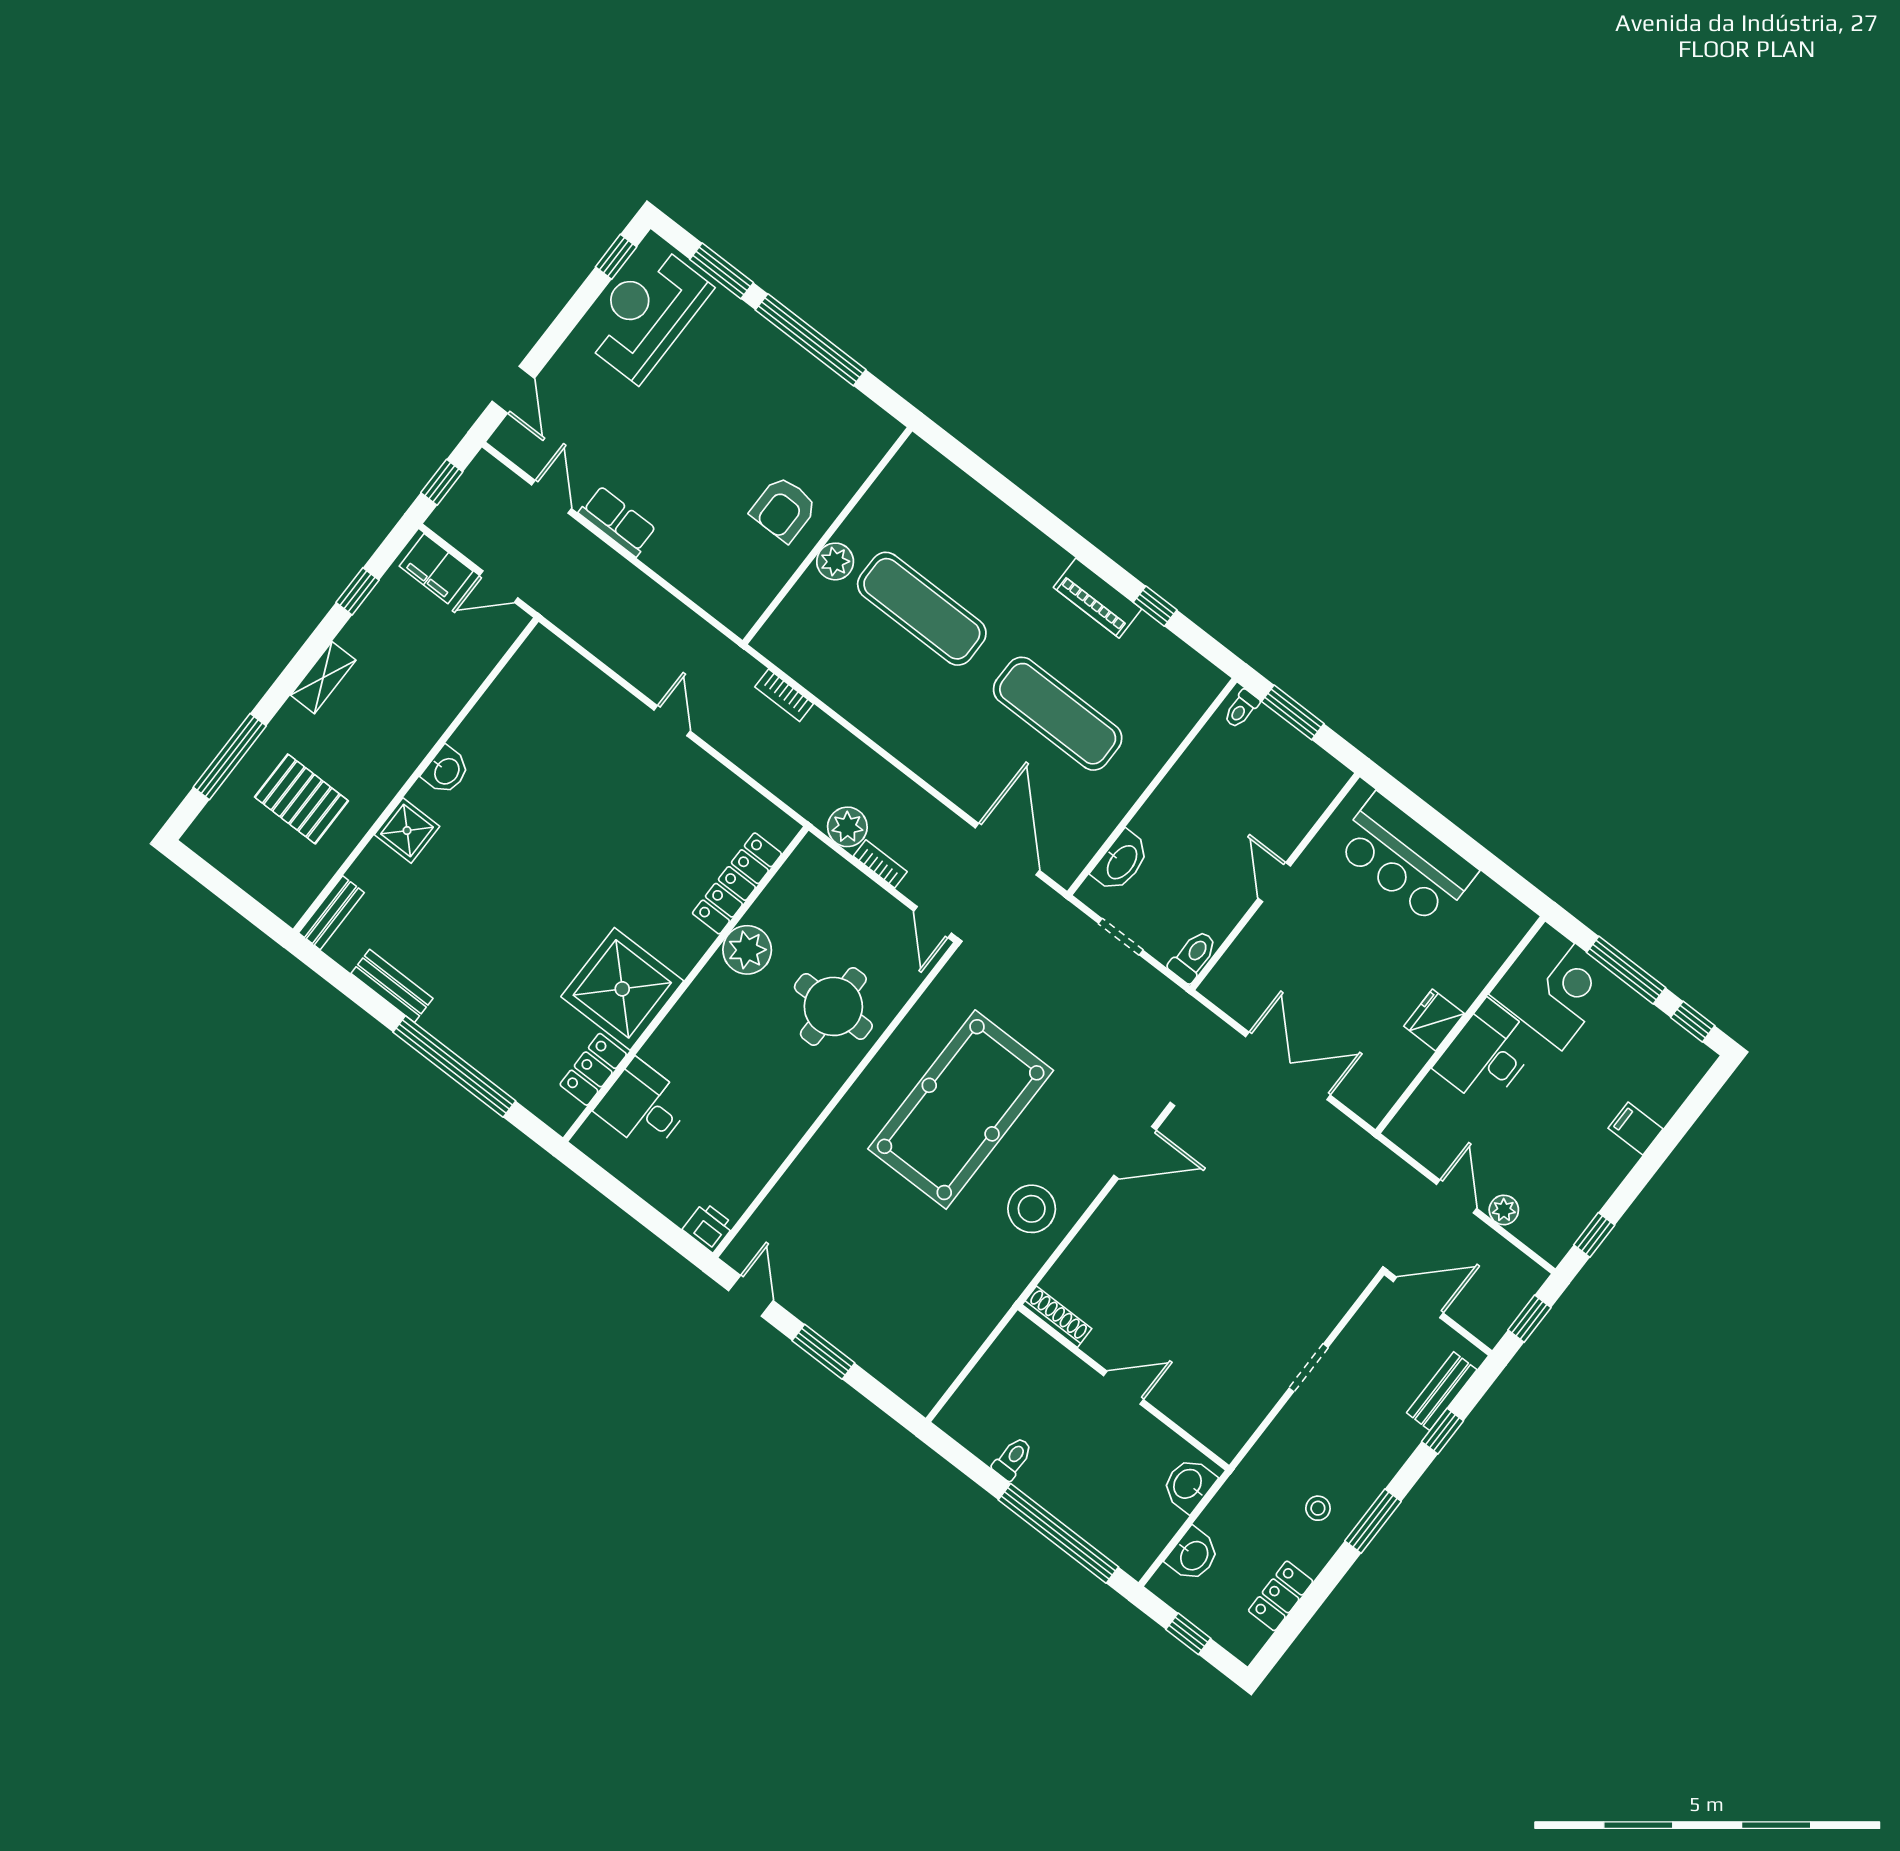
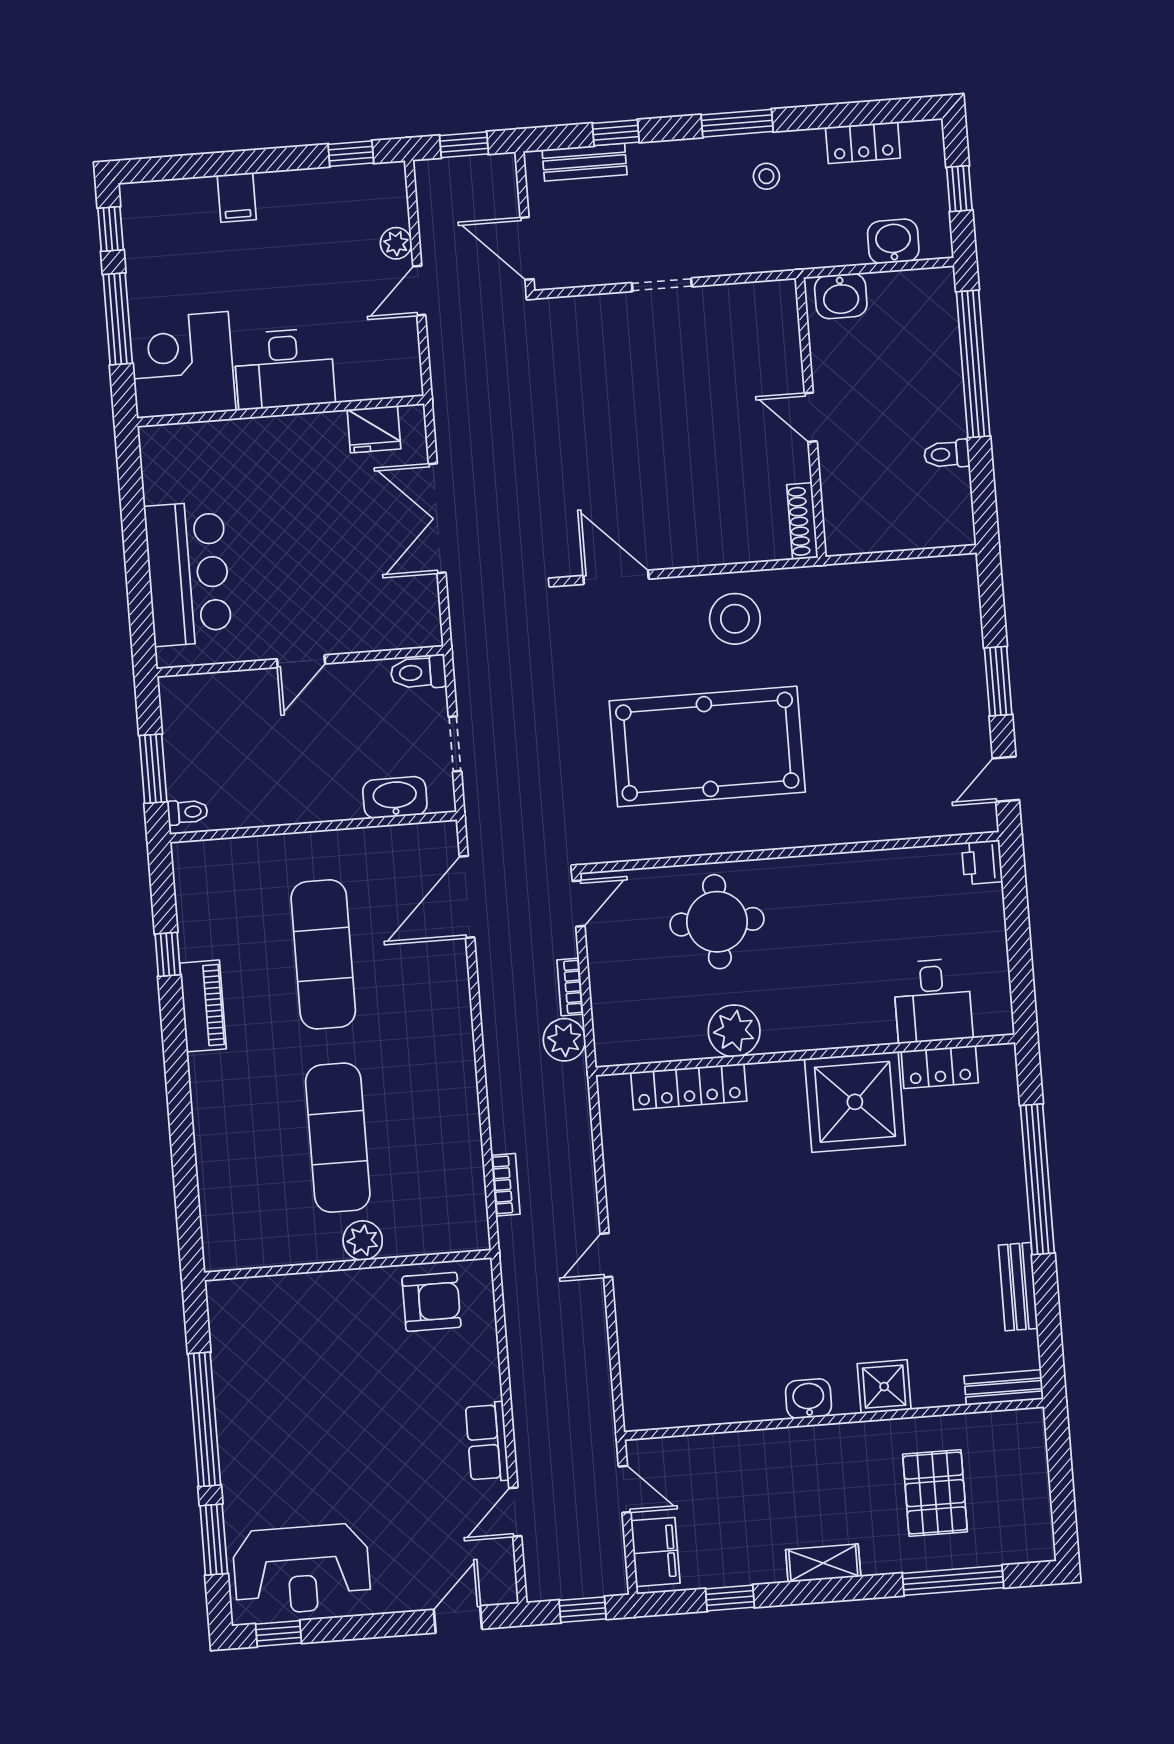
armchair: (784, 509) -> (431, 1302), moved
fridge: (1434, 1020) -> (374, 429), moved

